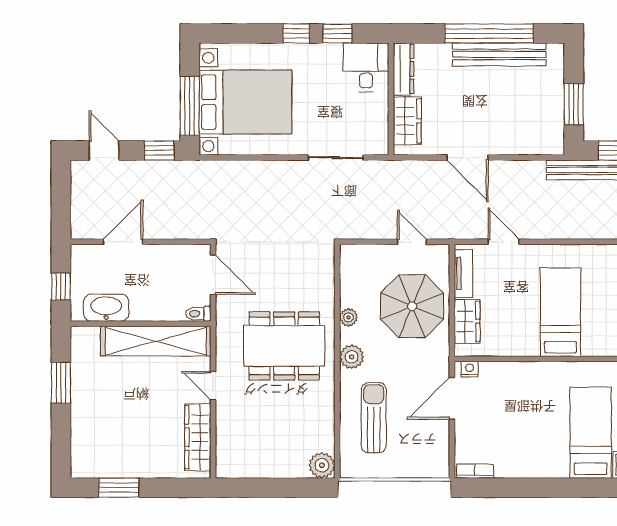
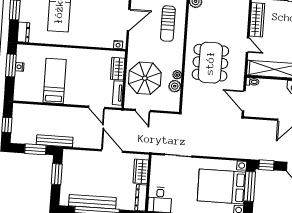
bed: (560, 312) -> (55, 81), moved, turned 180
dining table: (284, 346) -> (210, 63), turned 90
plant: (352, 357) -> (175, 86), moved
door: (452, 398) -> (129, 20), moved

